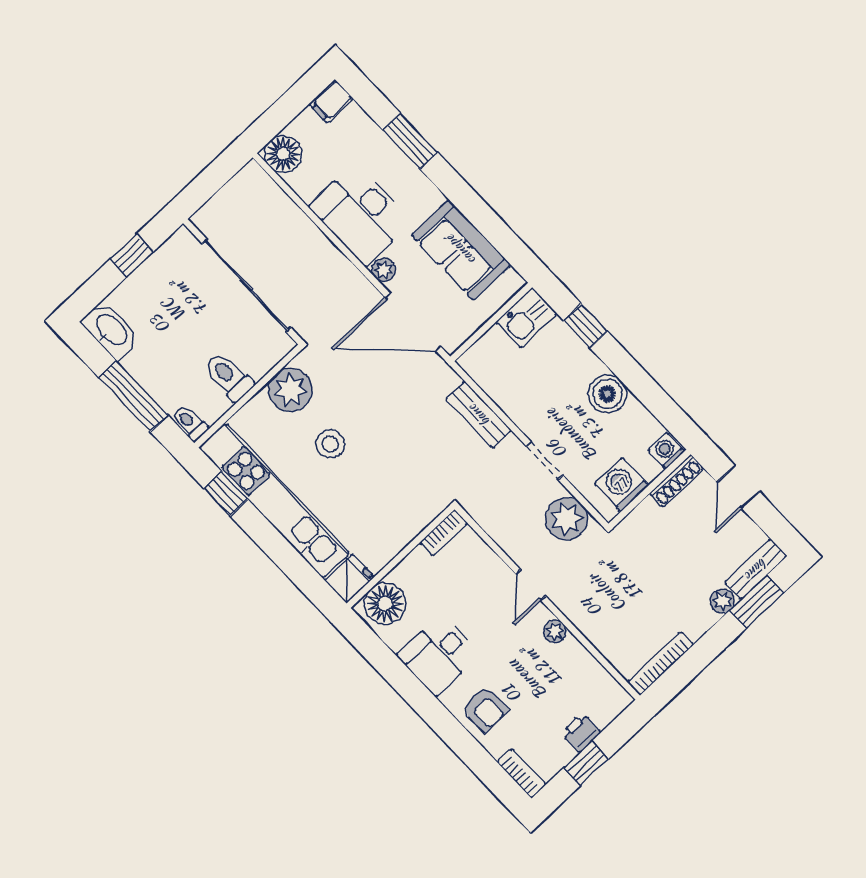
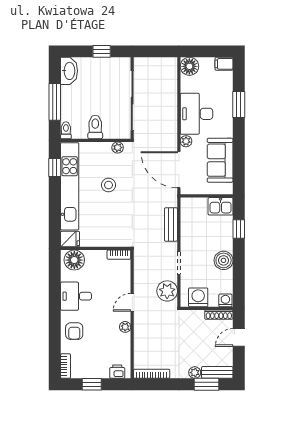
plant: (291, 390) -> (118, 148), width x0.53, depth x0.53
printer: (581, 733) -> (117, 372), moved

